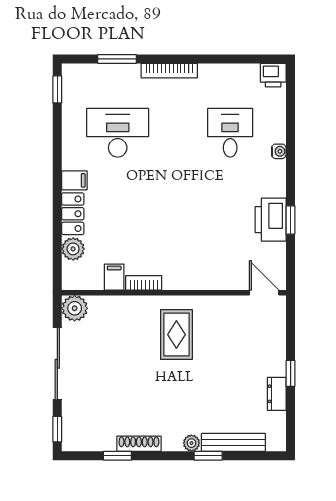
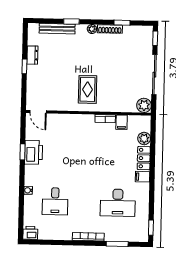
plant: (191, 443) -> (92, 29), moved

